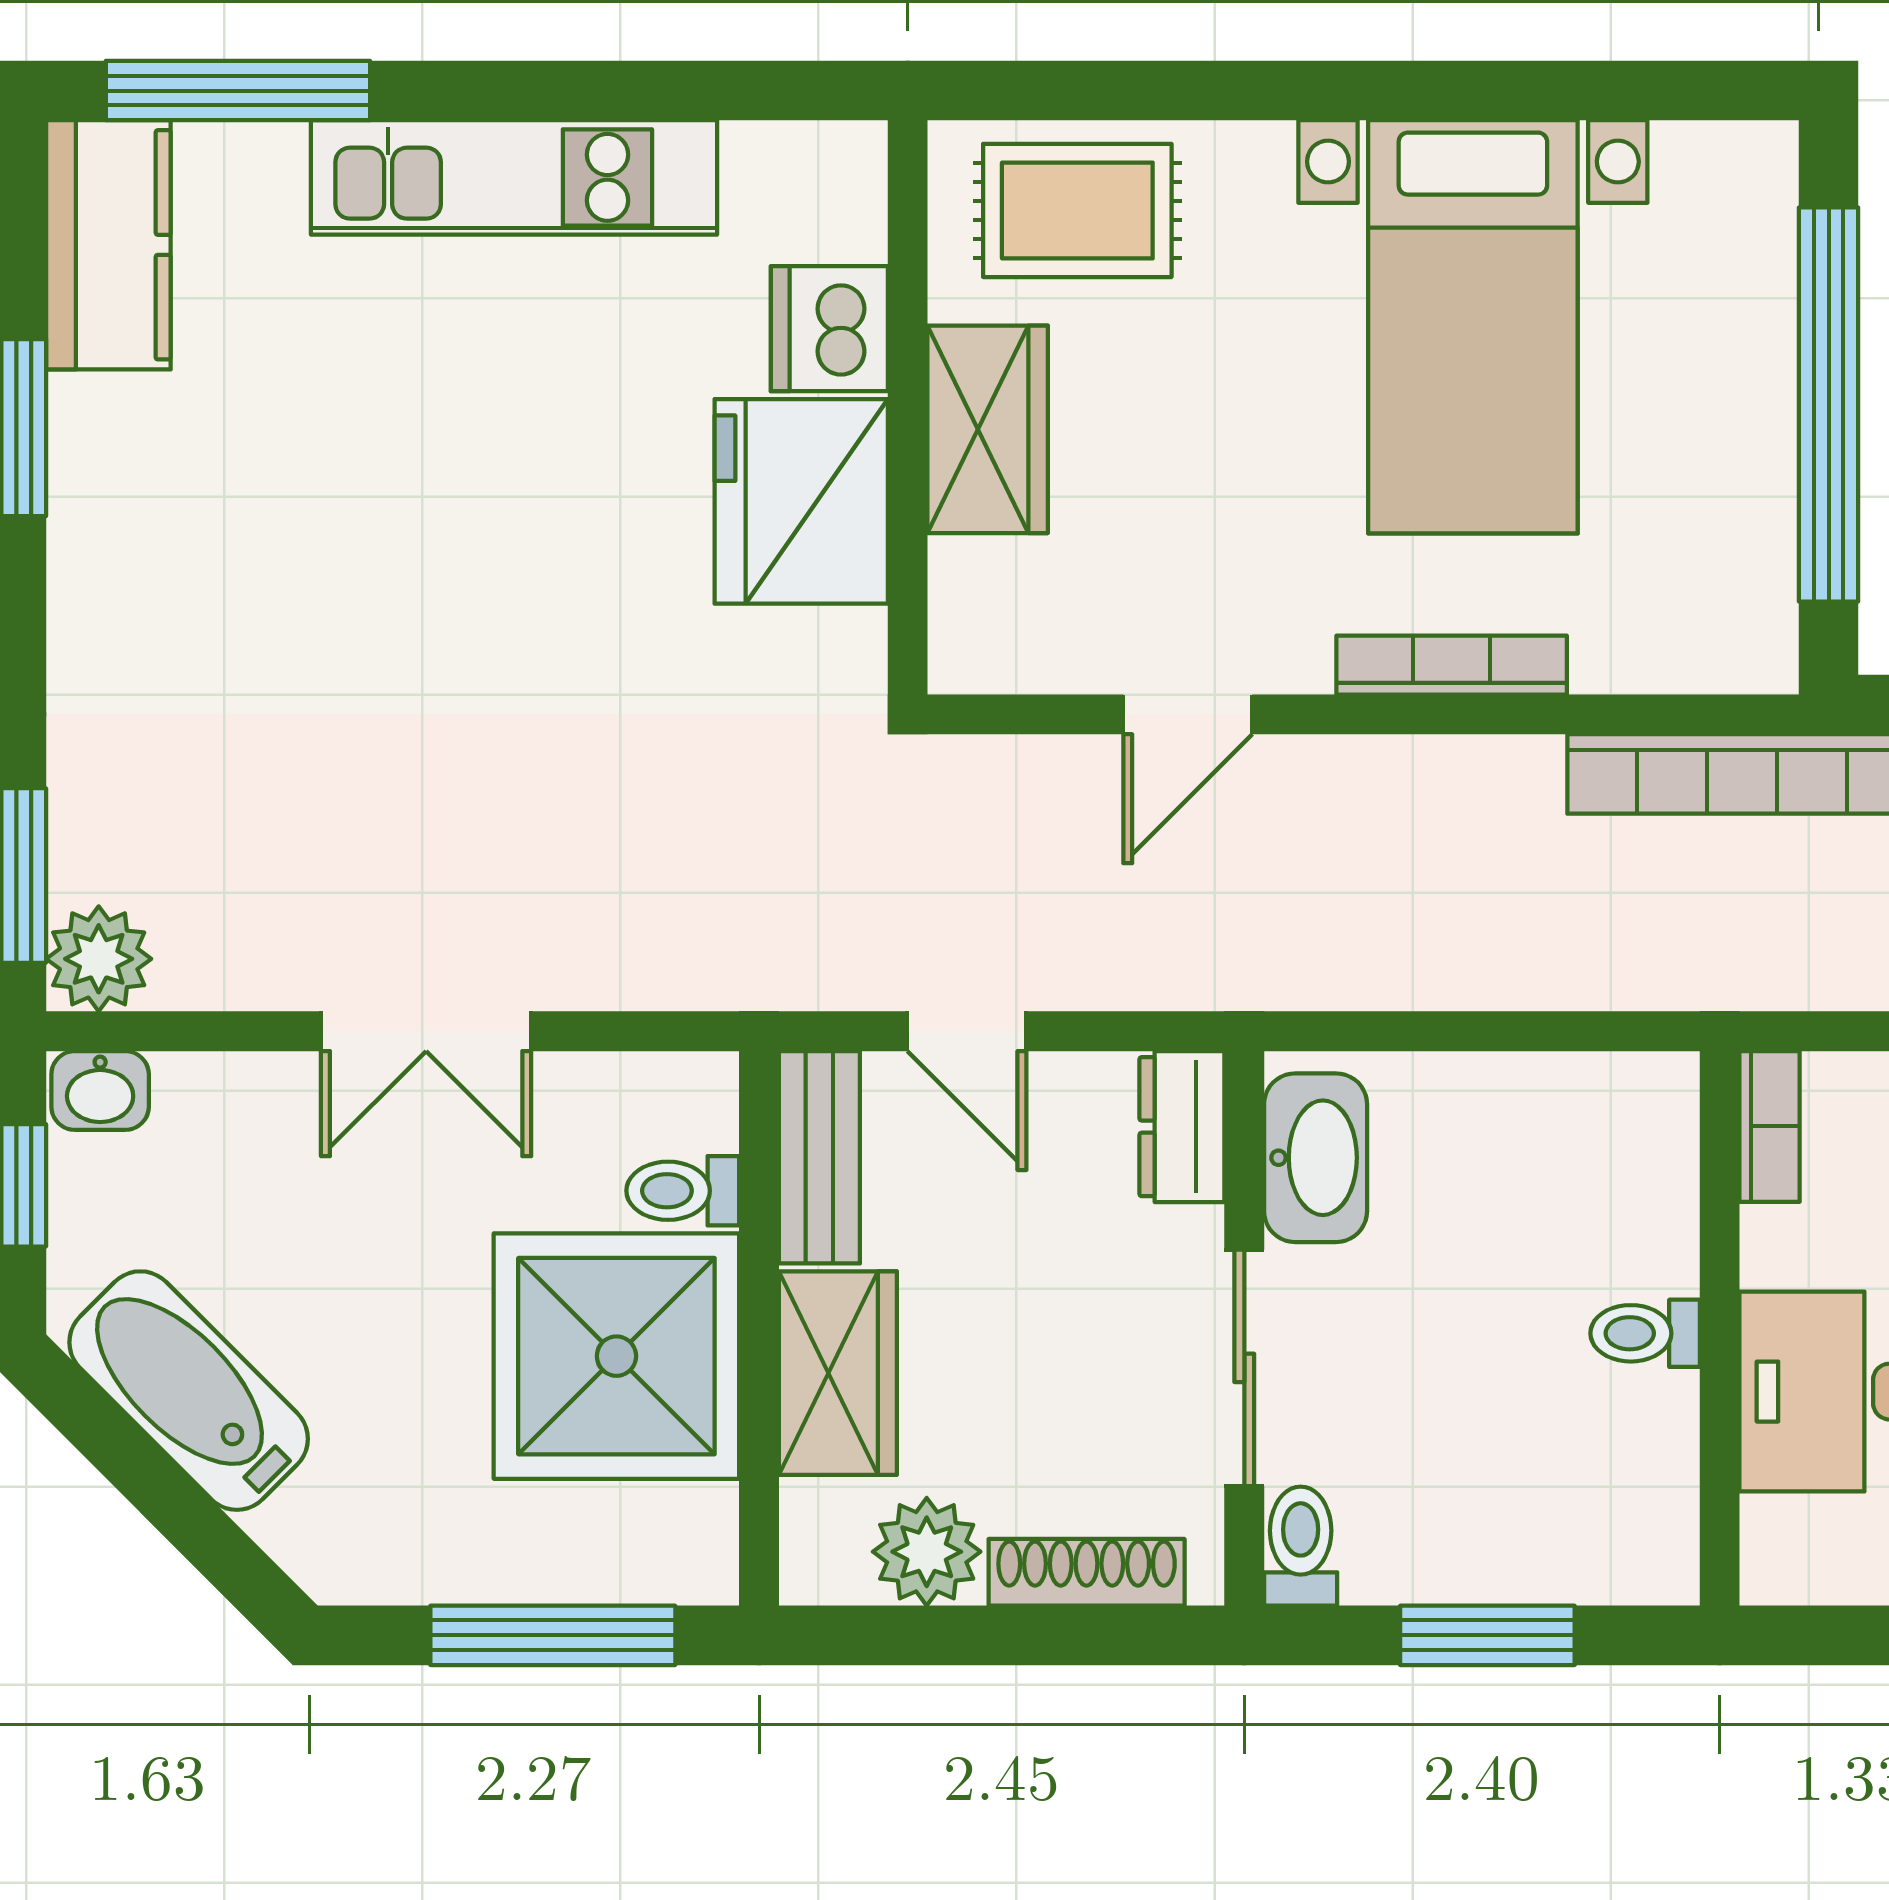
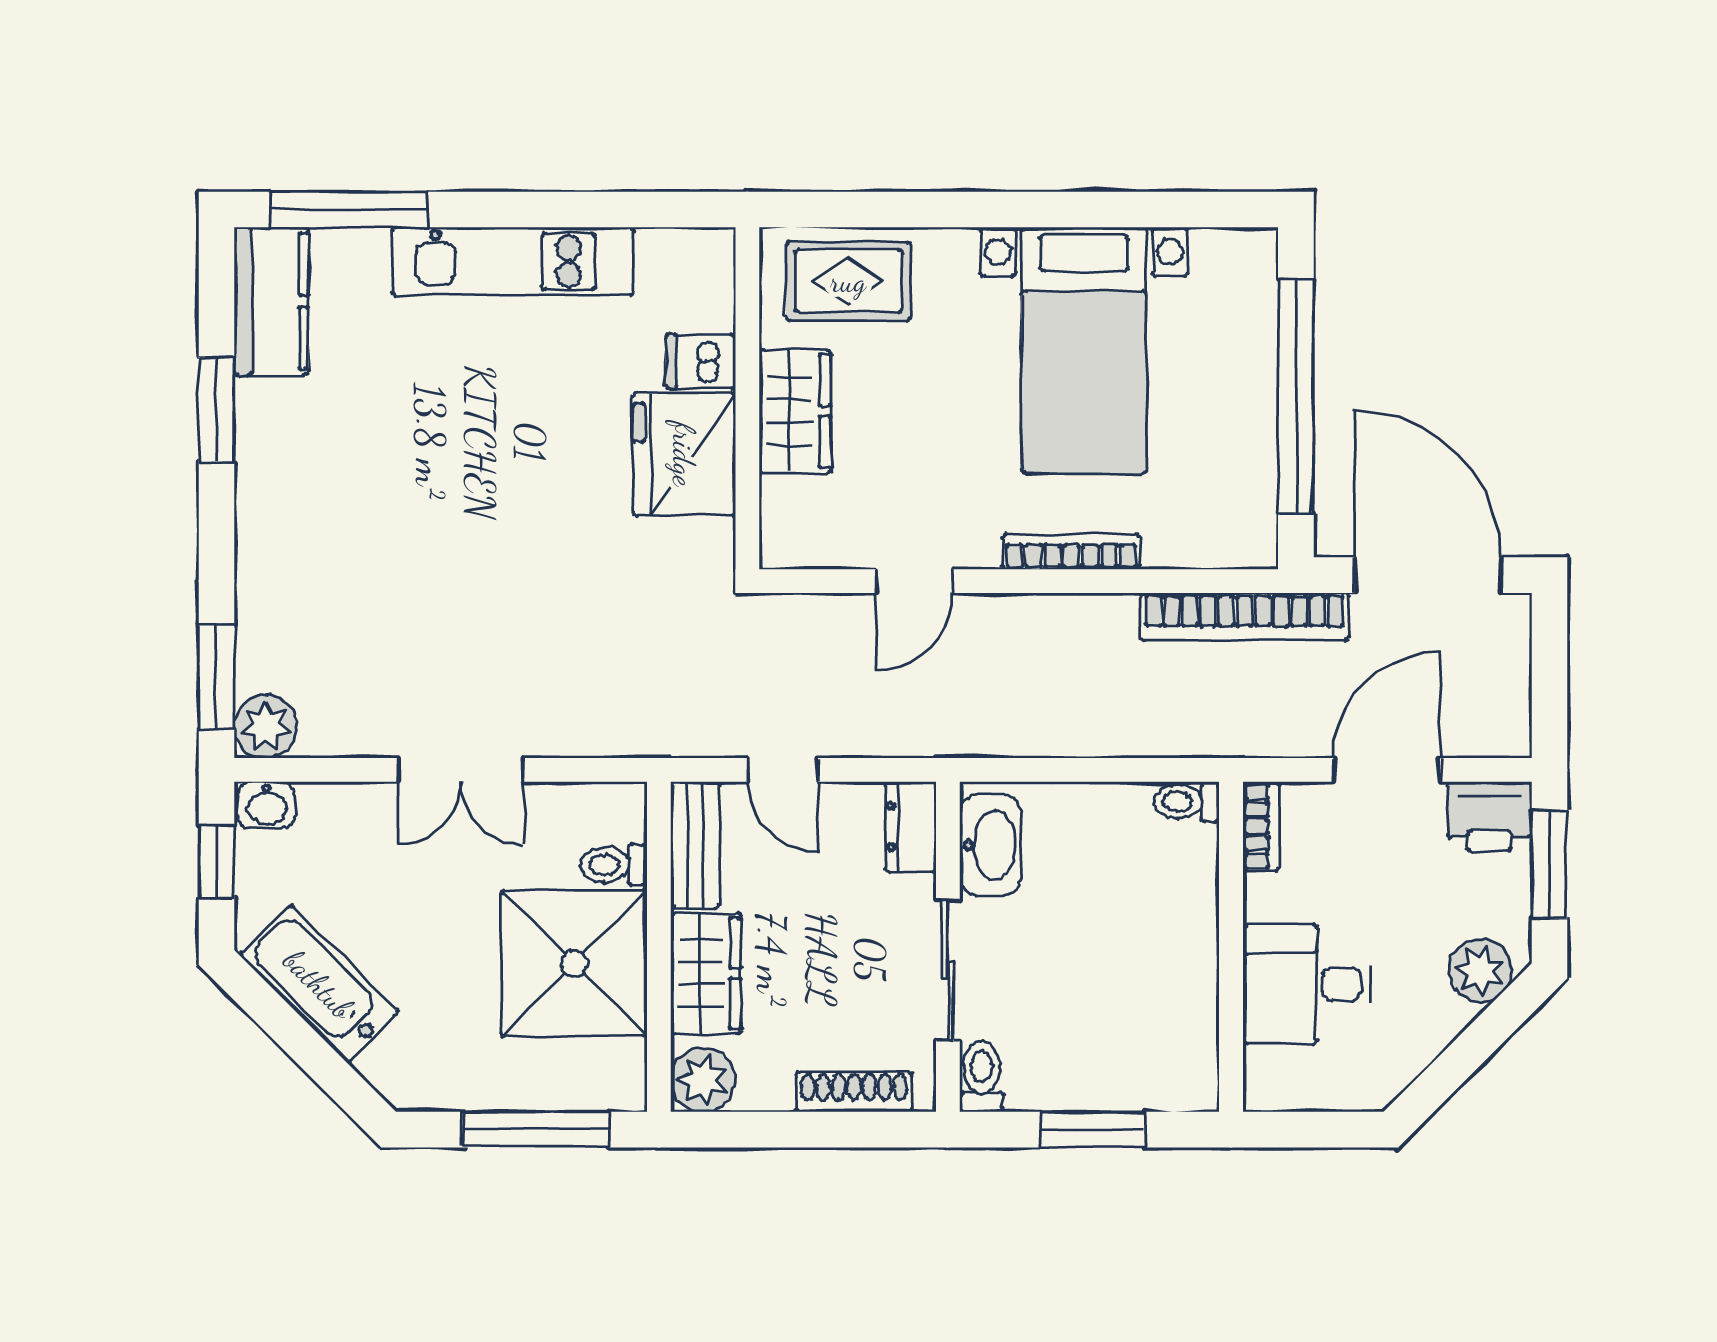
dishwasher: (829, 329) -> (701, 362), width x0.73
toilet: (1645, 1333) -> (1187, 802), moved
plant: (927, 1552) -> (703, 1080), moved

